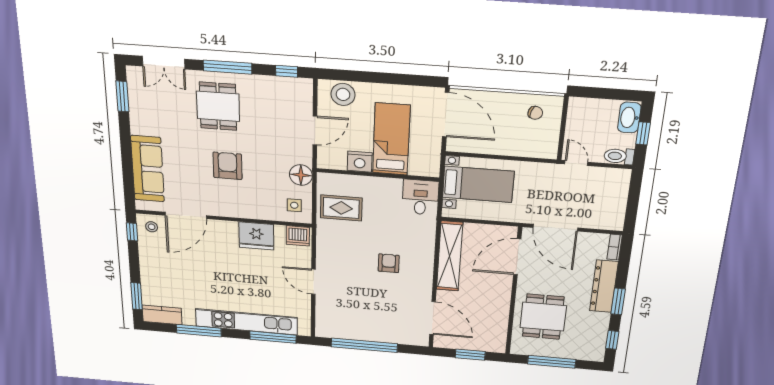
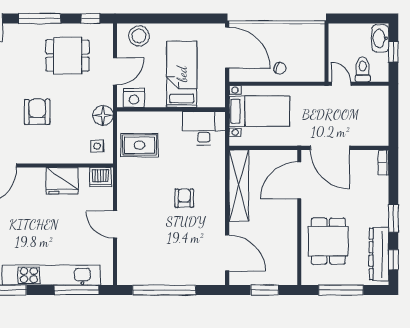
dining table: (218, 106) -> (67, 56), moved, turned 90
chair: (535, 113) -> (280, 68), moved
toilet: (619, 156) -> (363, 70), moved, turned 90
nightstand: (360, 162) -> (134, 98), moved
desk: (420, 197) -> (204, 128), width x1.37
dresser: (604, 286) -> (379, 254), moved

